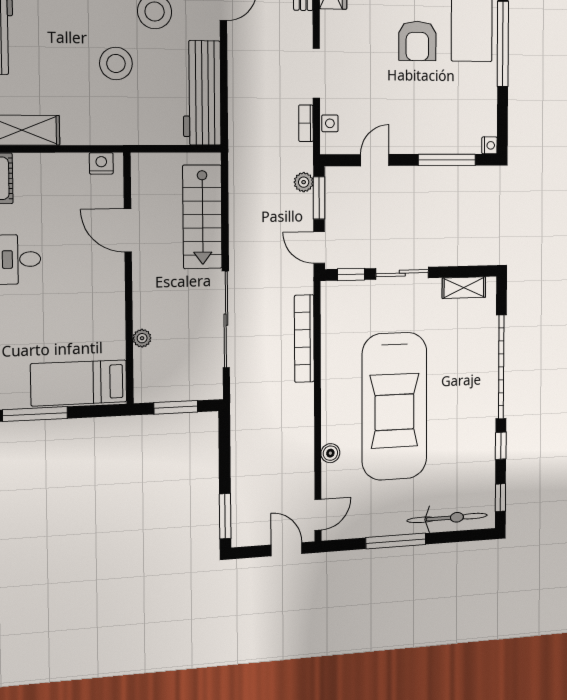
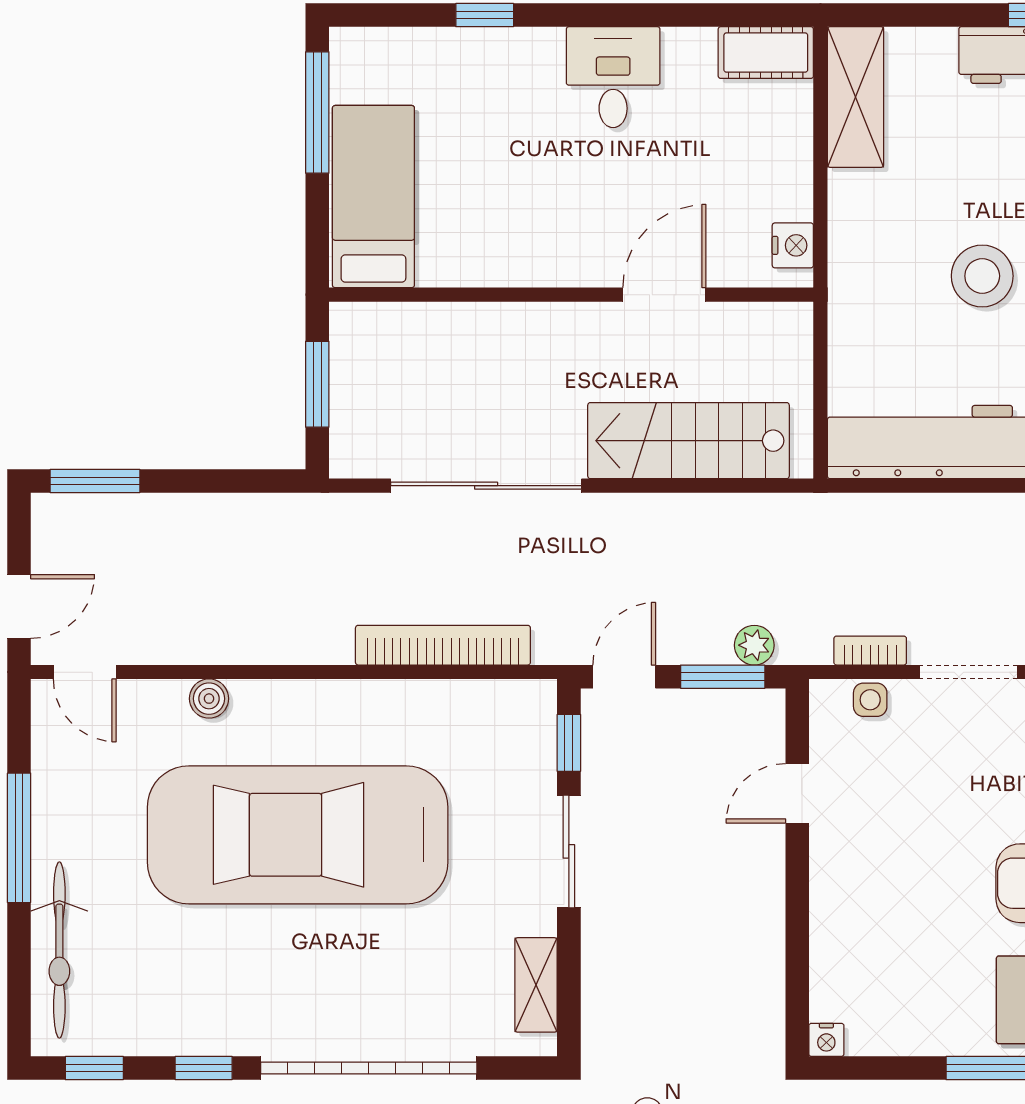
door: (375, 160) -> (797, 793), swing flipped
window: (447, 160) -> (797, 947), removed
plant: (142, 338) -> (455, 320), removed

